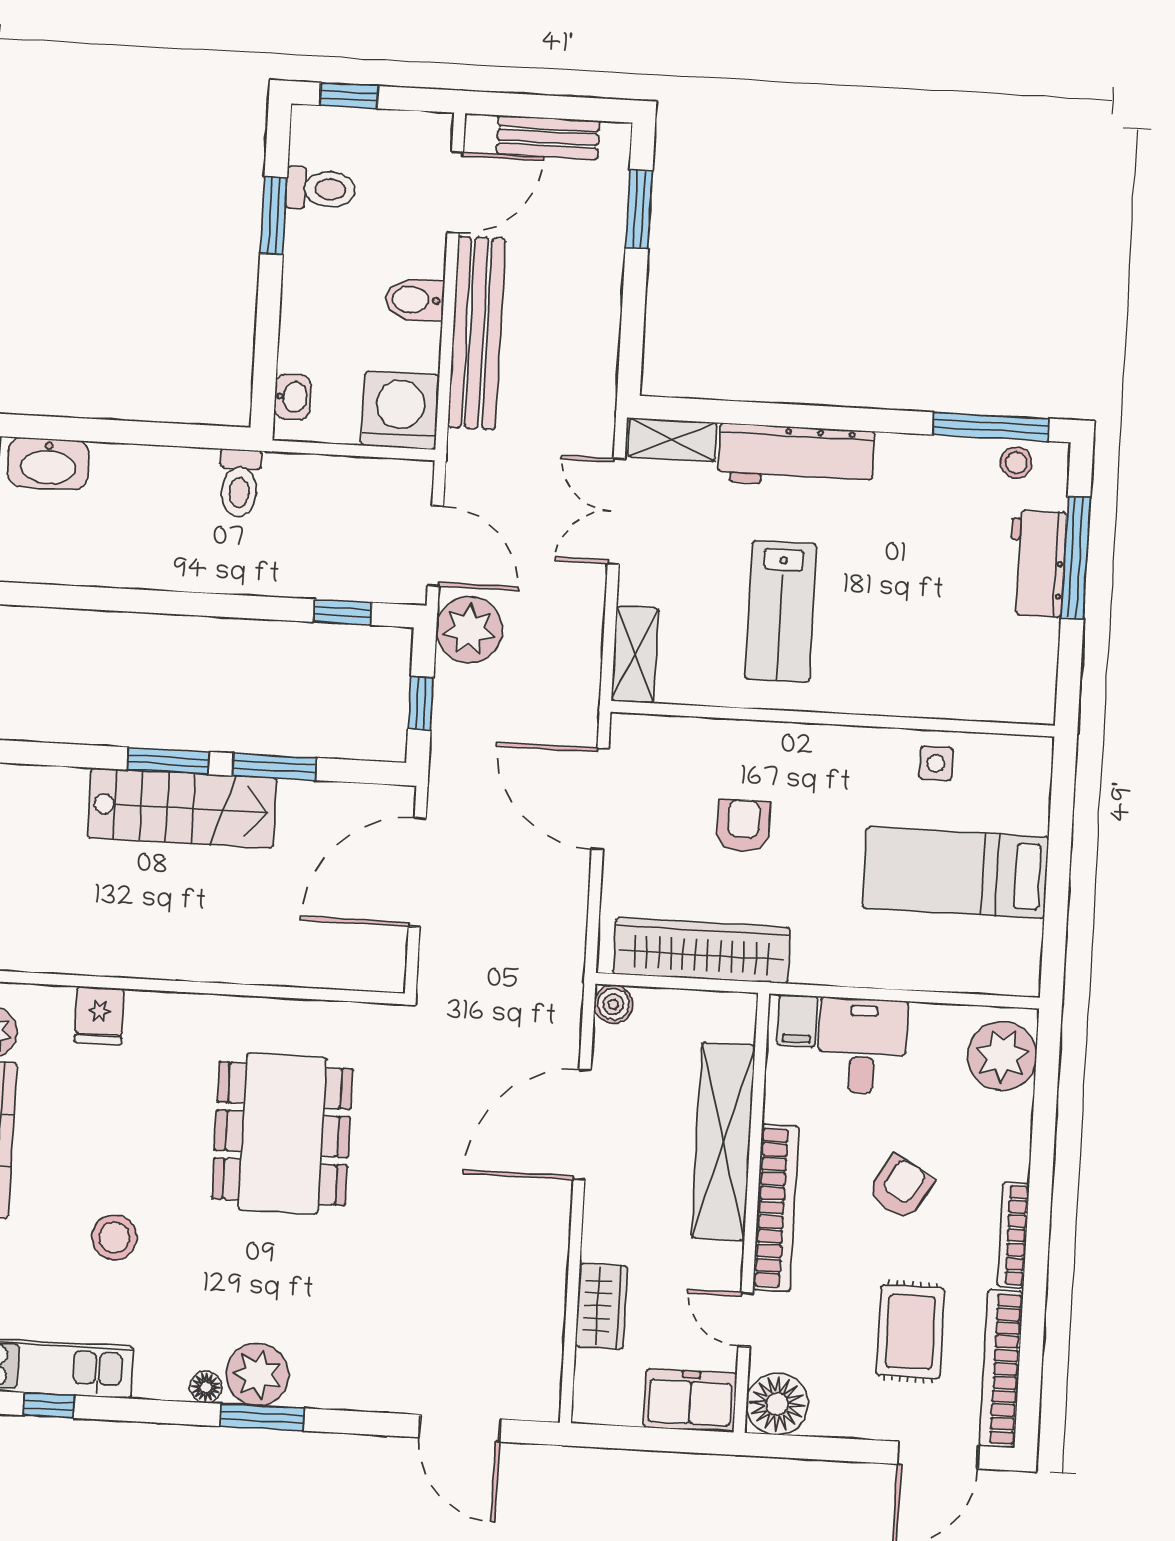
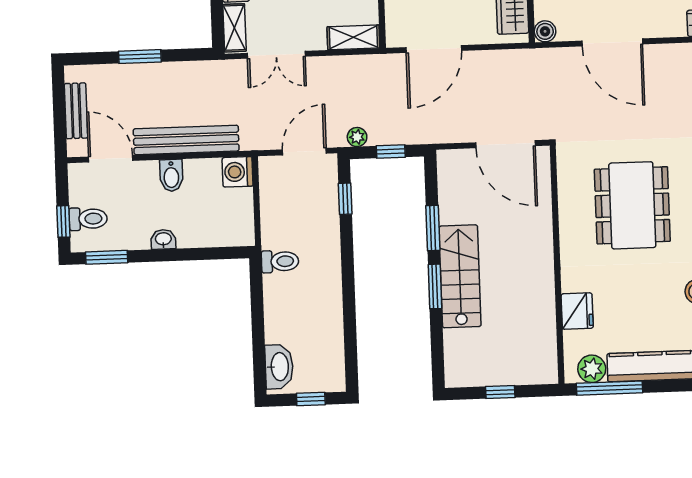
toilet: (321, 189) -> (88, 219), moved, turned 90
window: (639, 209) -> (140, 57), moved
window: (274, 216) -> (107, 257), moved
washbasin: (293, 397) -> (163, 239), moved
washing machine: (400, 410) -> (238, 172), width x0.73, depth x0.73
plant: (469, 630) -> (357, 137), width x0.53, depth x0.53
door: (417, 872) -> (506, 144), moved
fridge: (99, 1015) -> (577, 311), width x1.38
dining table: (282, 1134) -> (632, 205), turned 90

